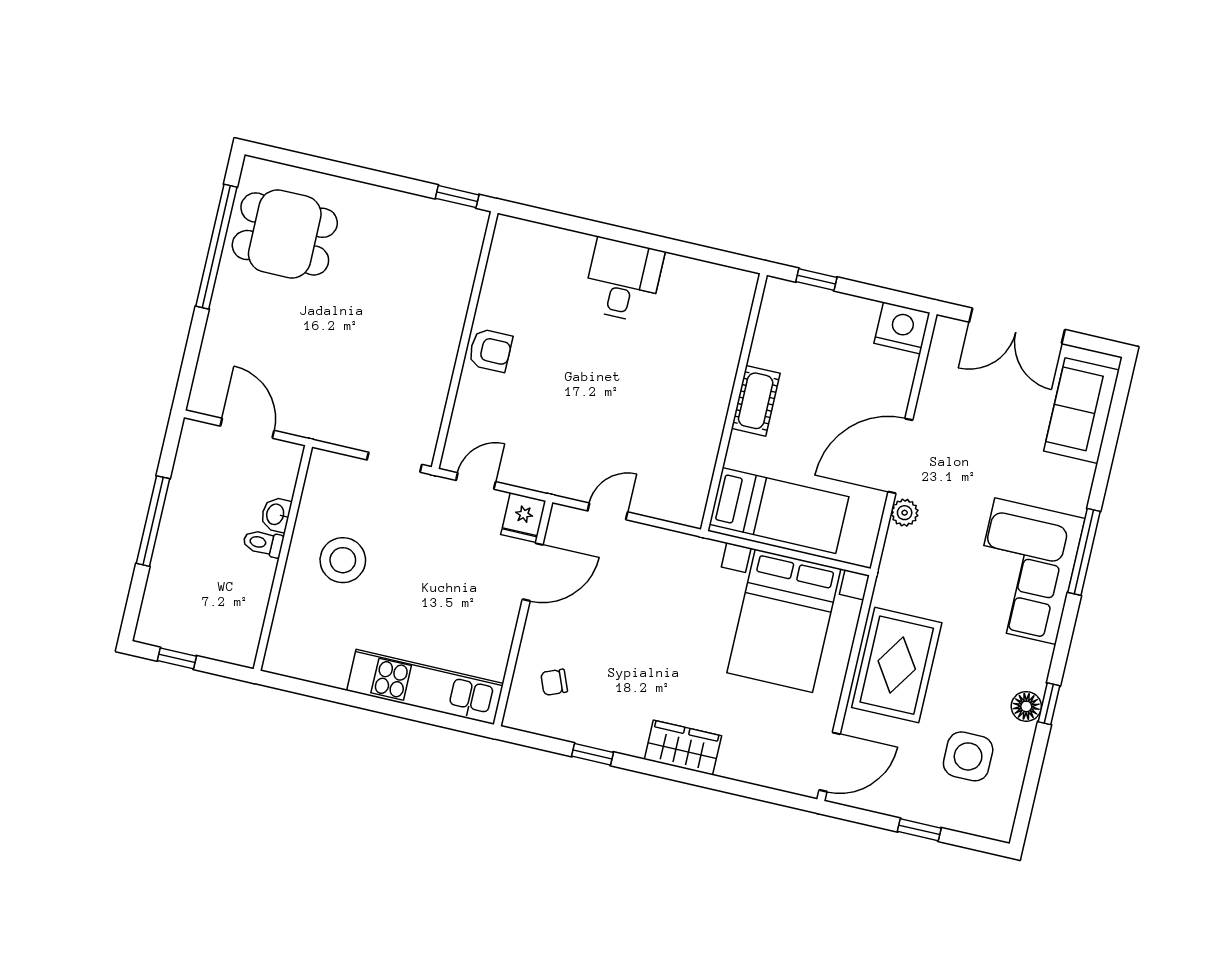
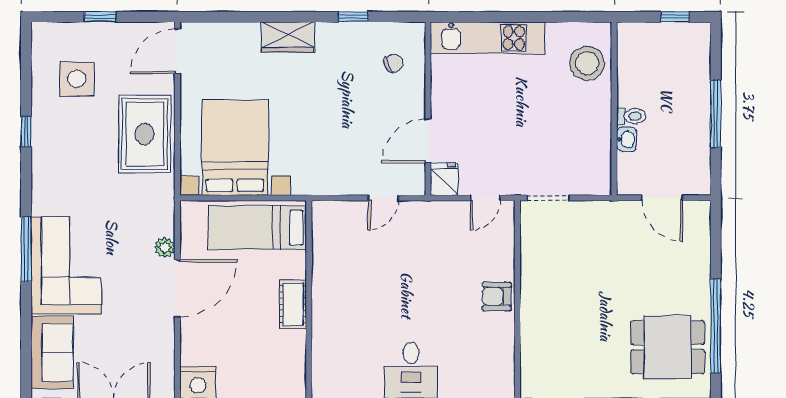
stool: (343, 560) -> (587, 63), moved
corner sofa: (1025, 571) -> (66, 265), moved
floor lamp: (1026, 706) -> (42, 126), removed

